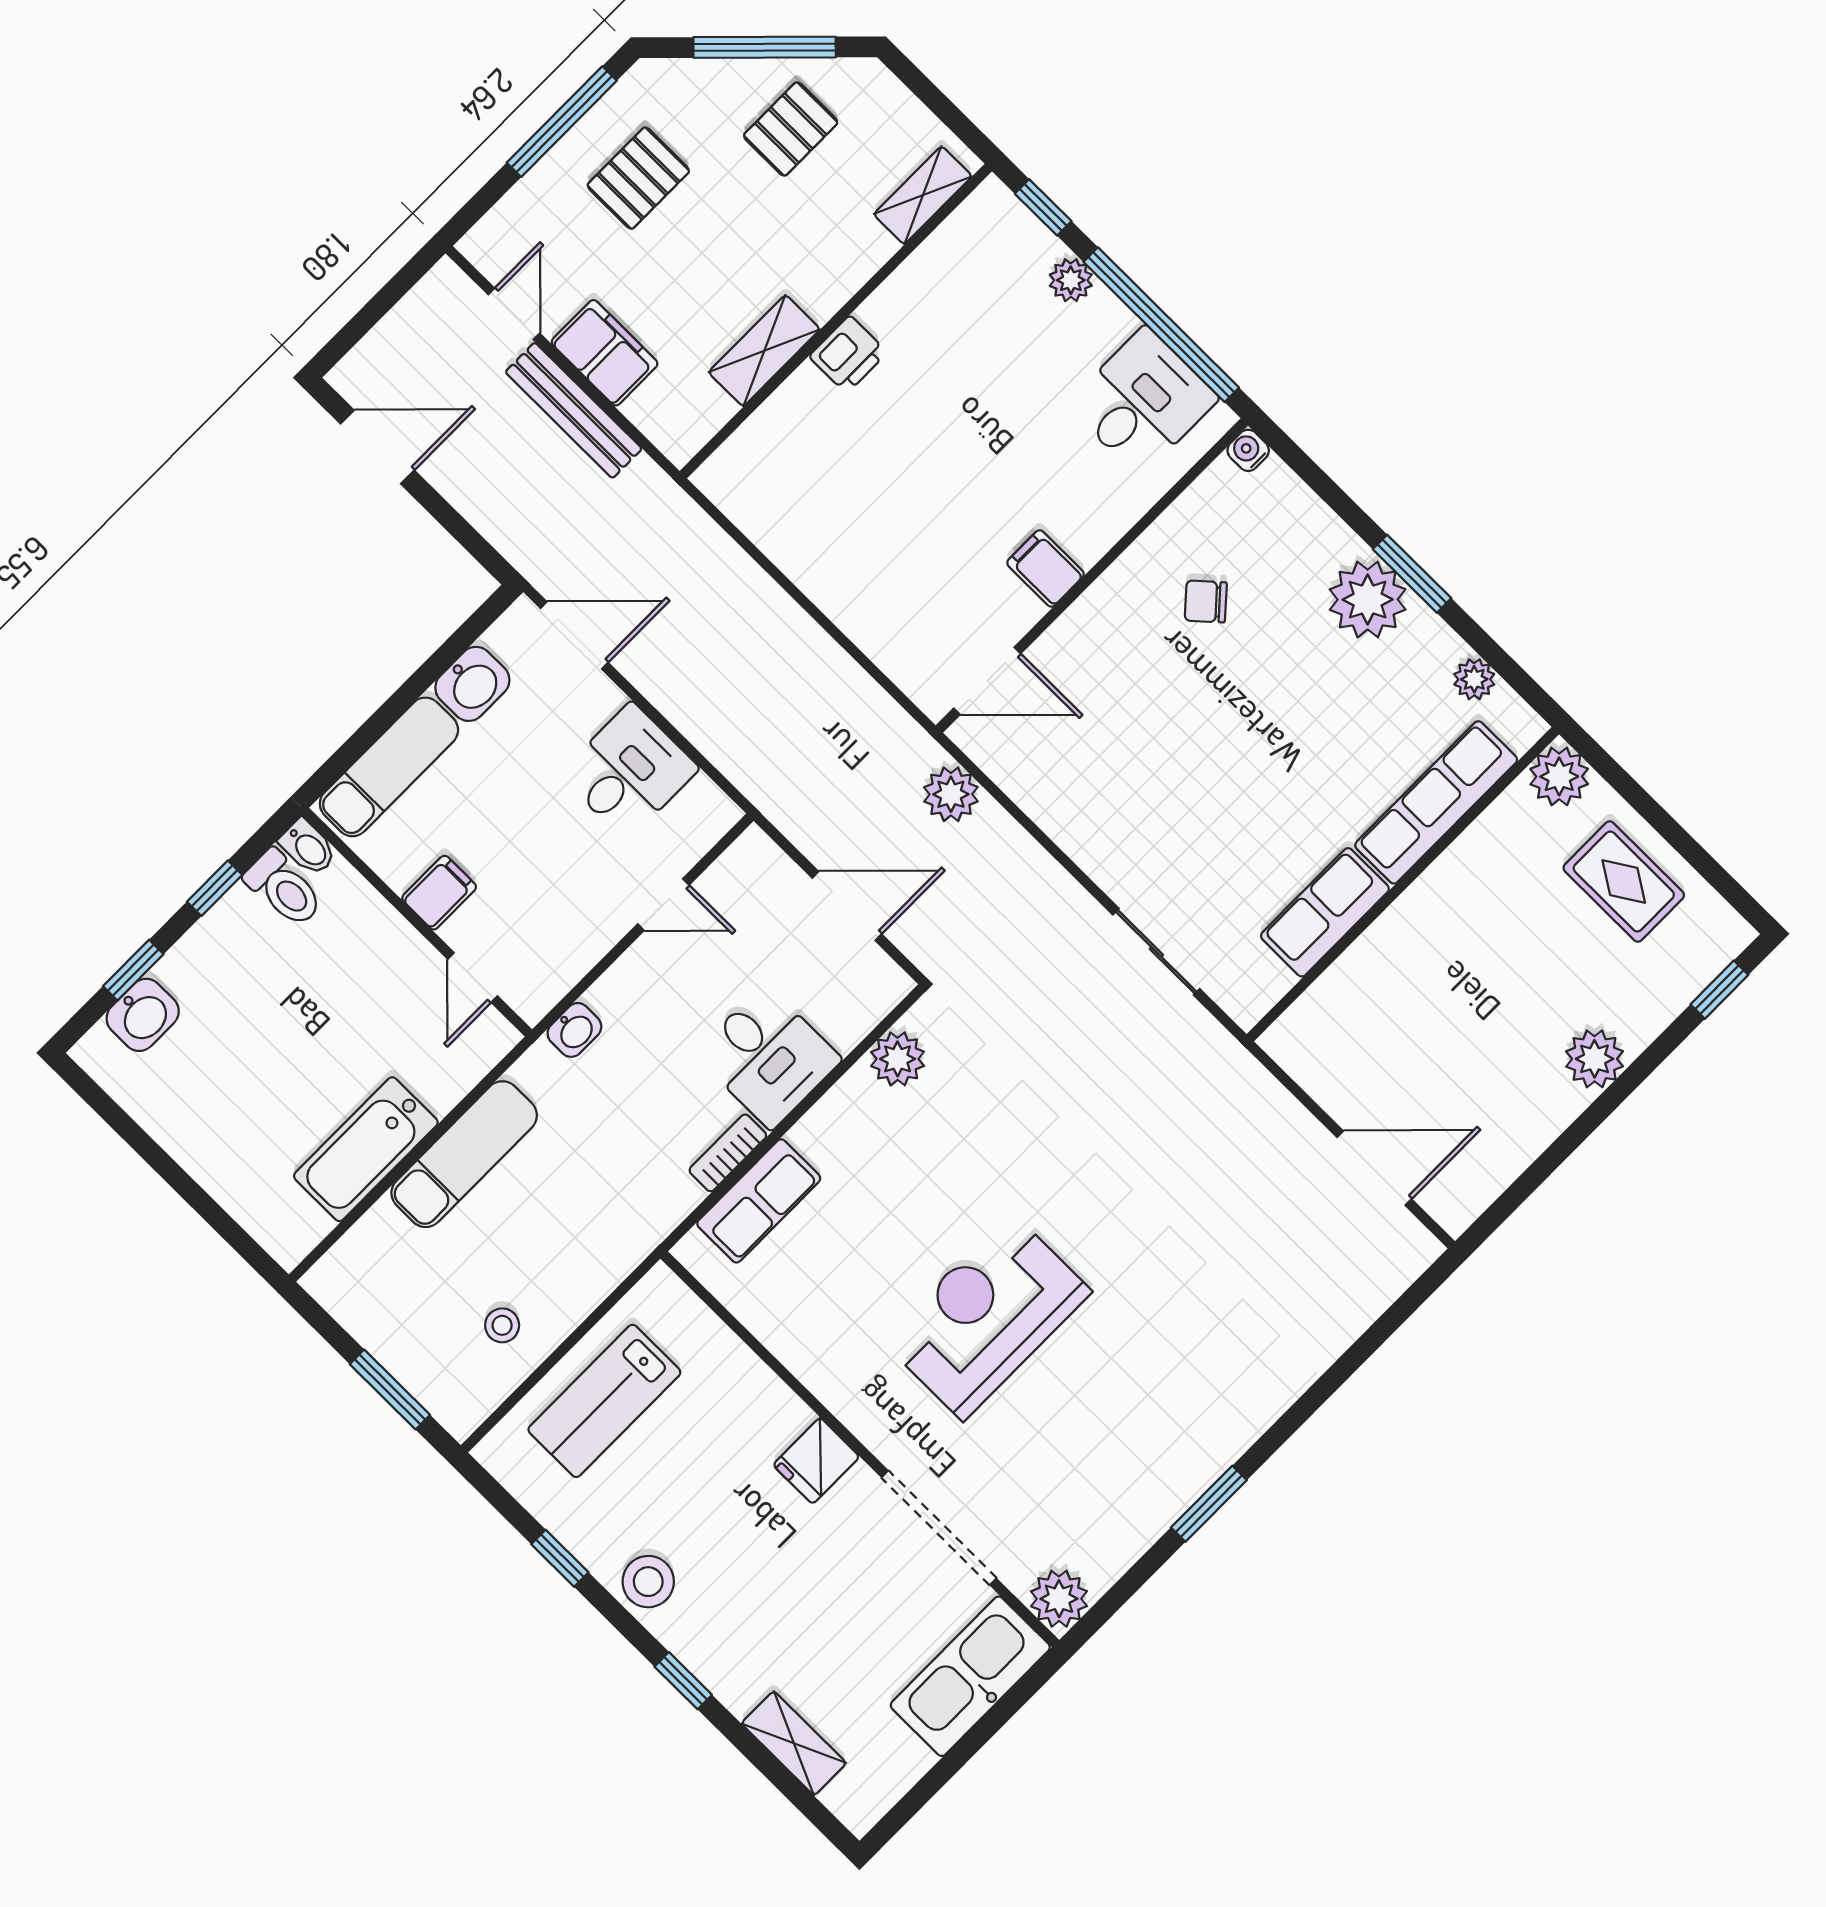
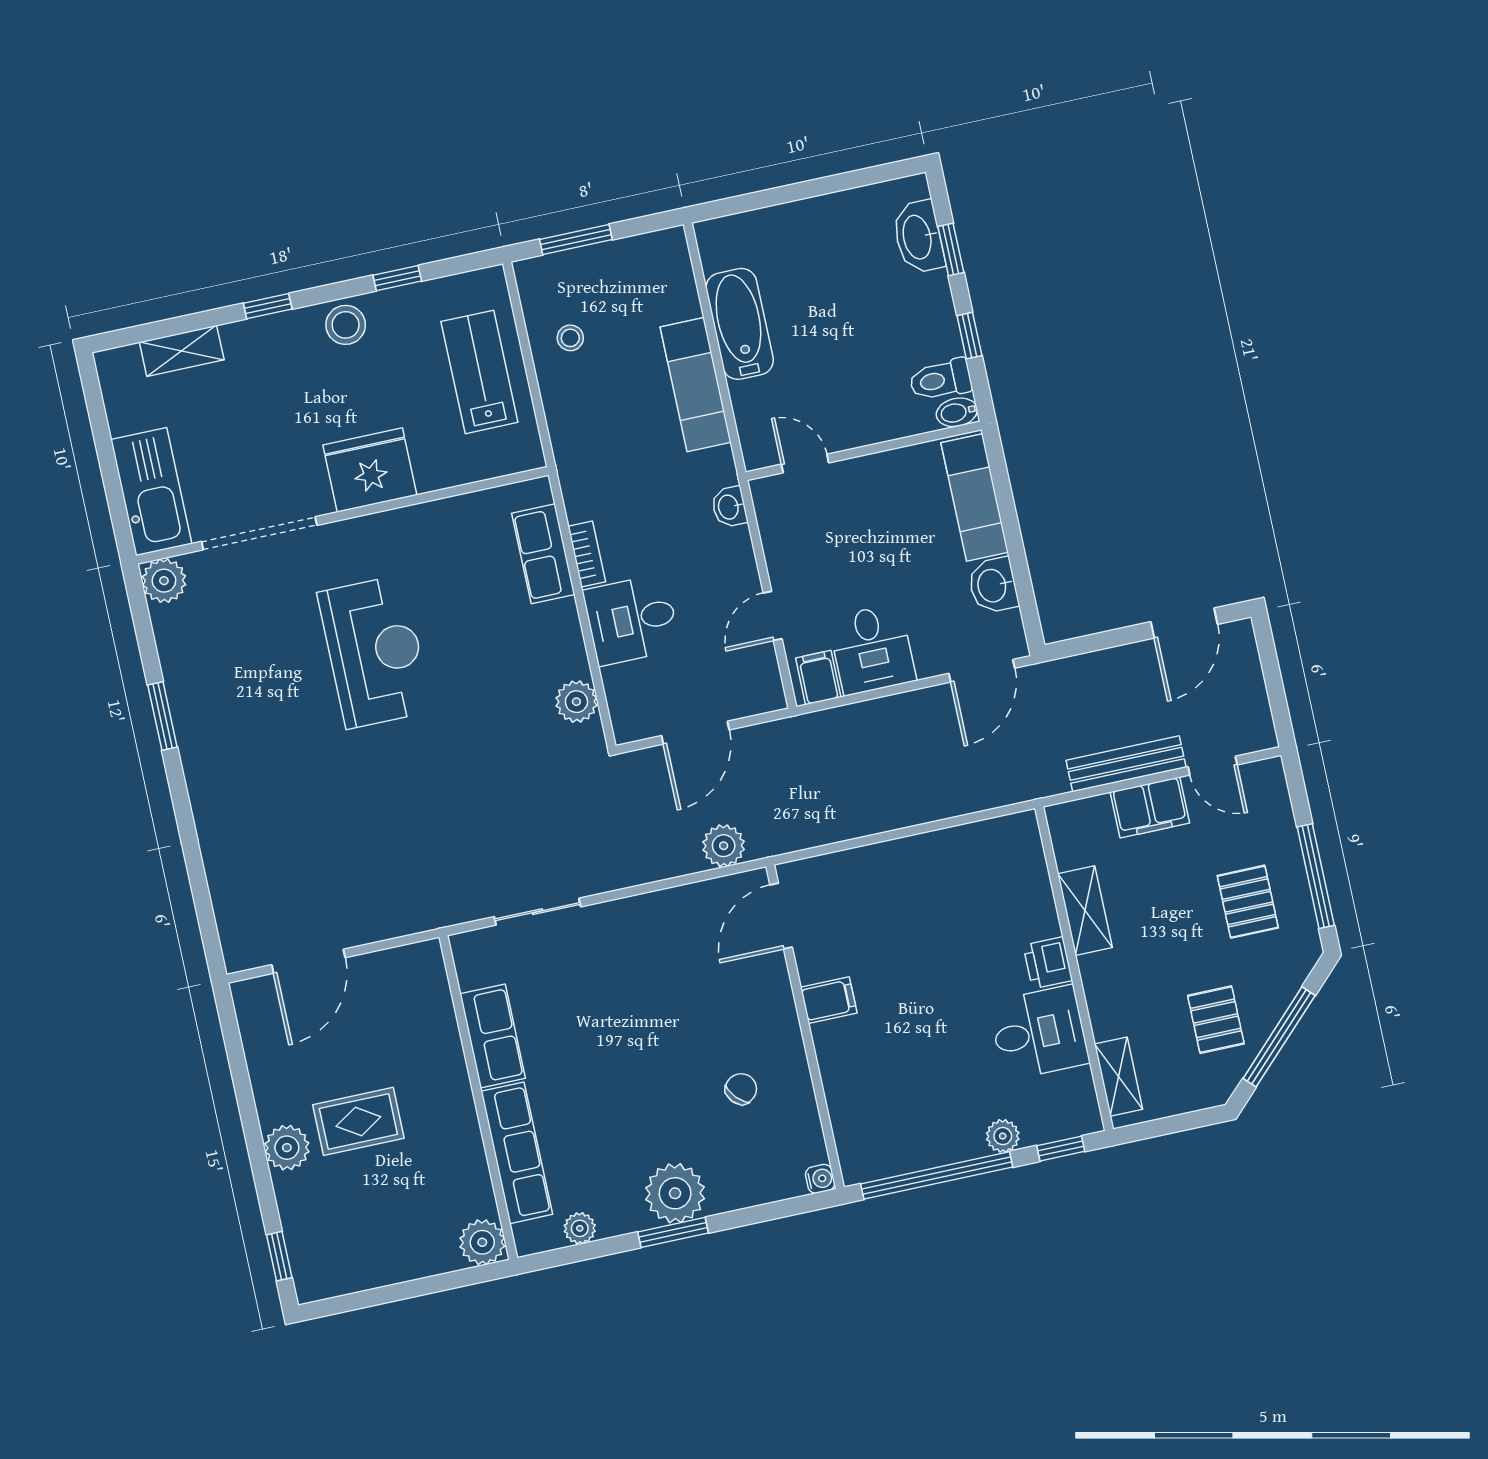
desk: (1142, 402) -> (1039, 1033), moved, turned -90
rug: (1624, 881) -> (358, 1121), moved
filing cabinet: (439, 893) -> (818, 678), moved, turned 180
washbasin: (143, 1015) -> (918, 237), width x1.38
fridge: (816, 1461) -> (370, 470), width x1.88, depth x1.34

